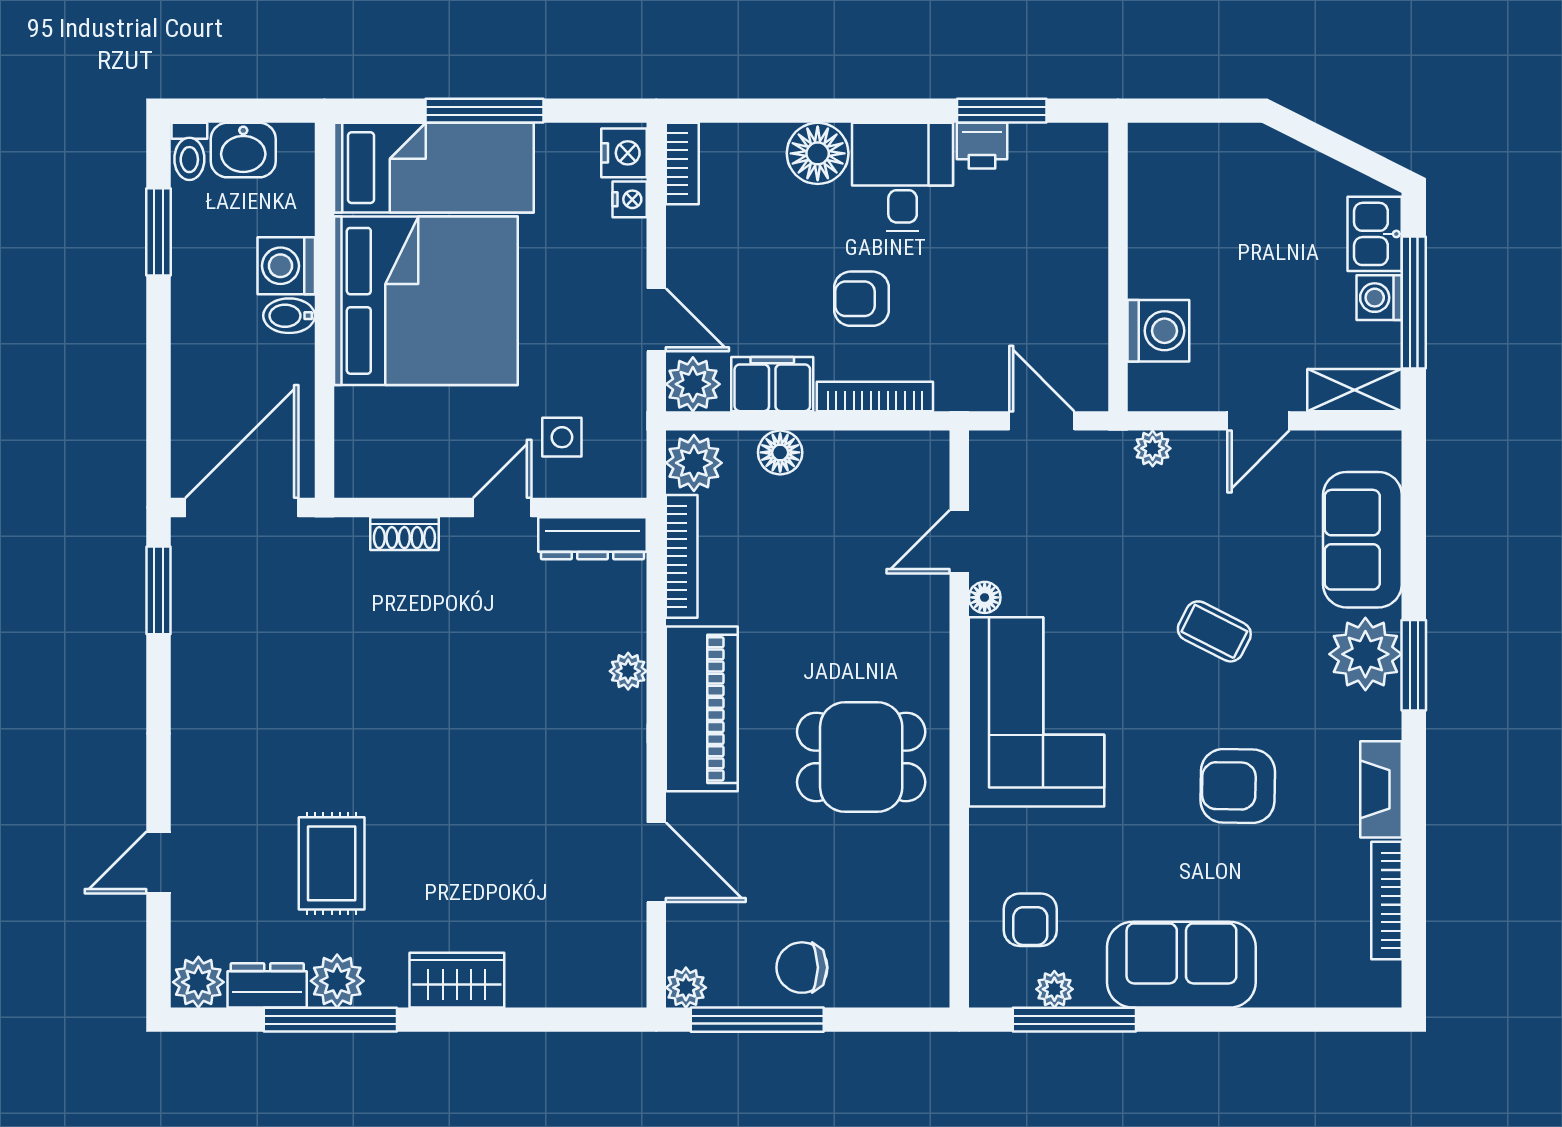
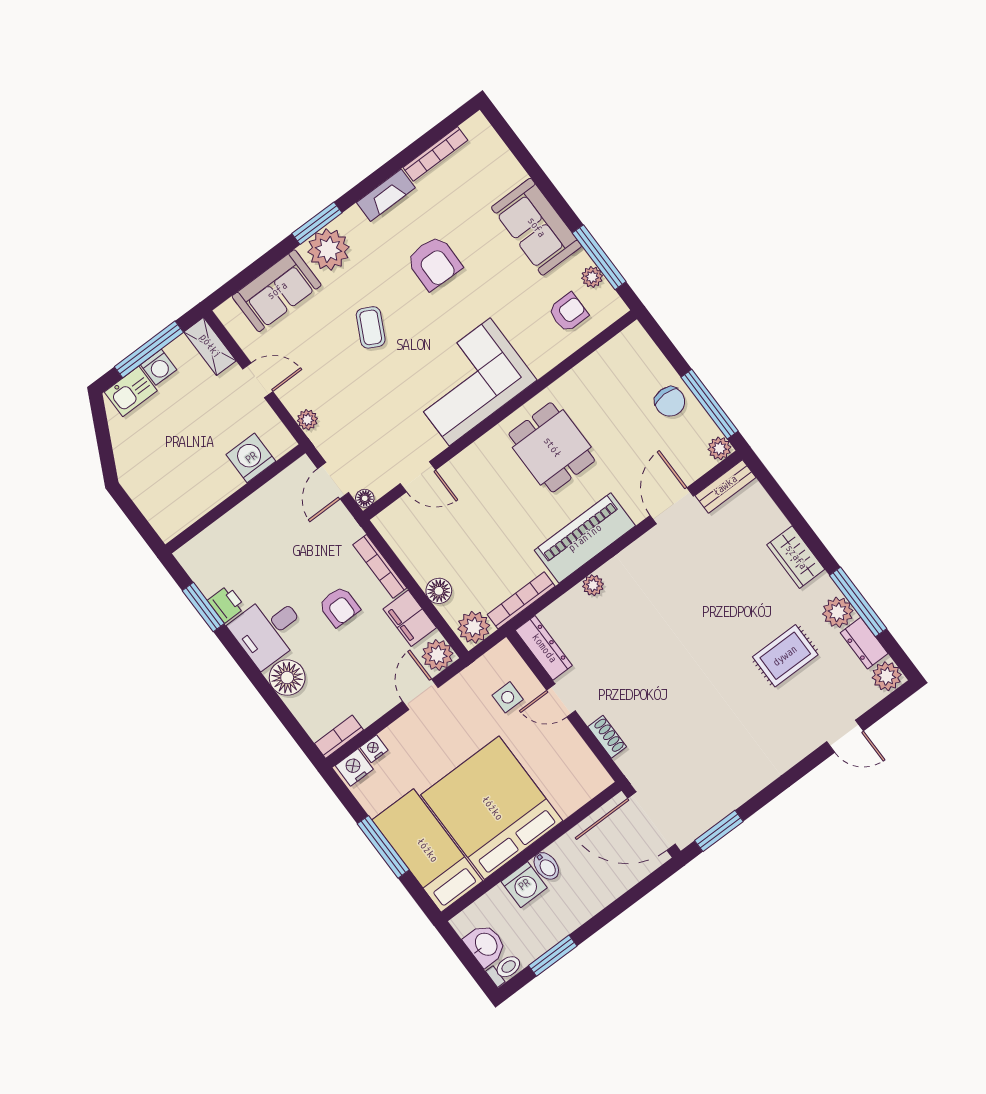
floor lamp: (985, 597) -> (365, 498), moved
bench: (627, 956) -> (725, 486), added

